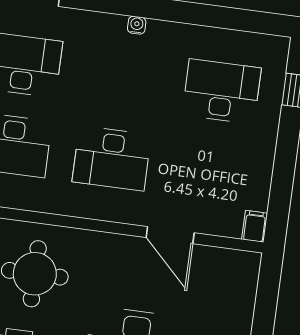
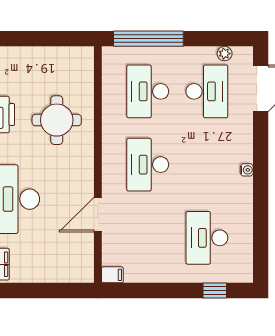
desk: (222, 91) -> (207, 238), turned 180

